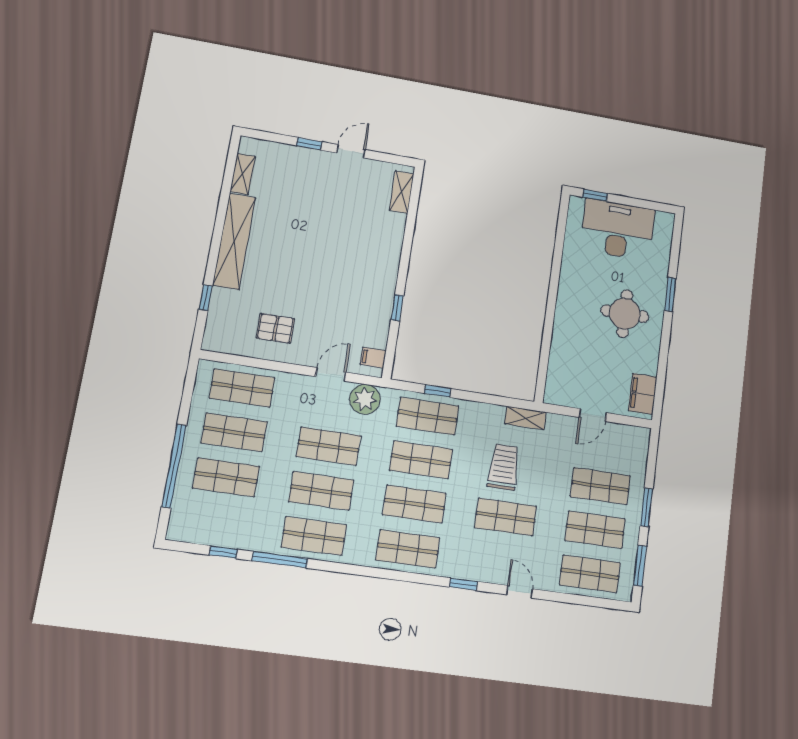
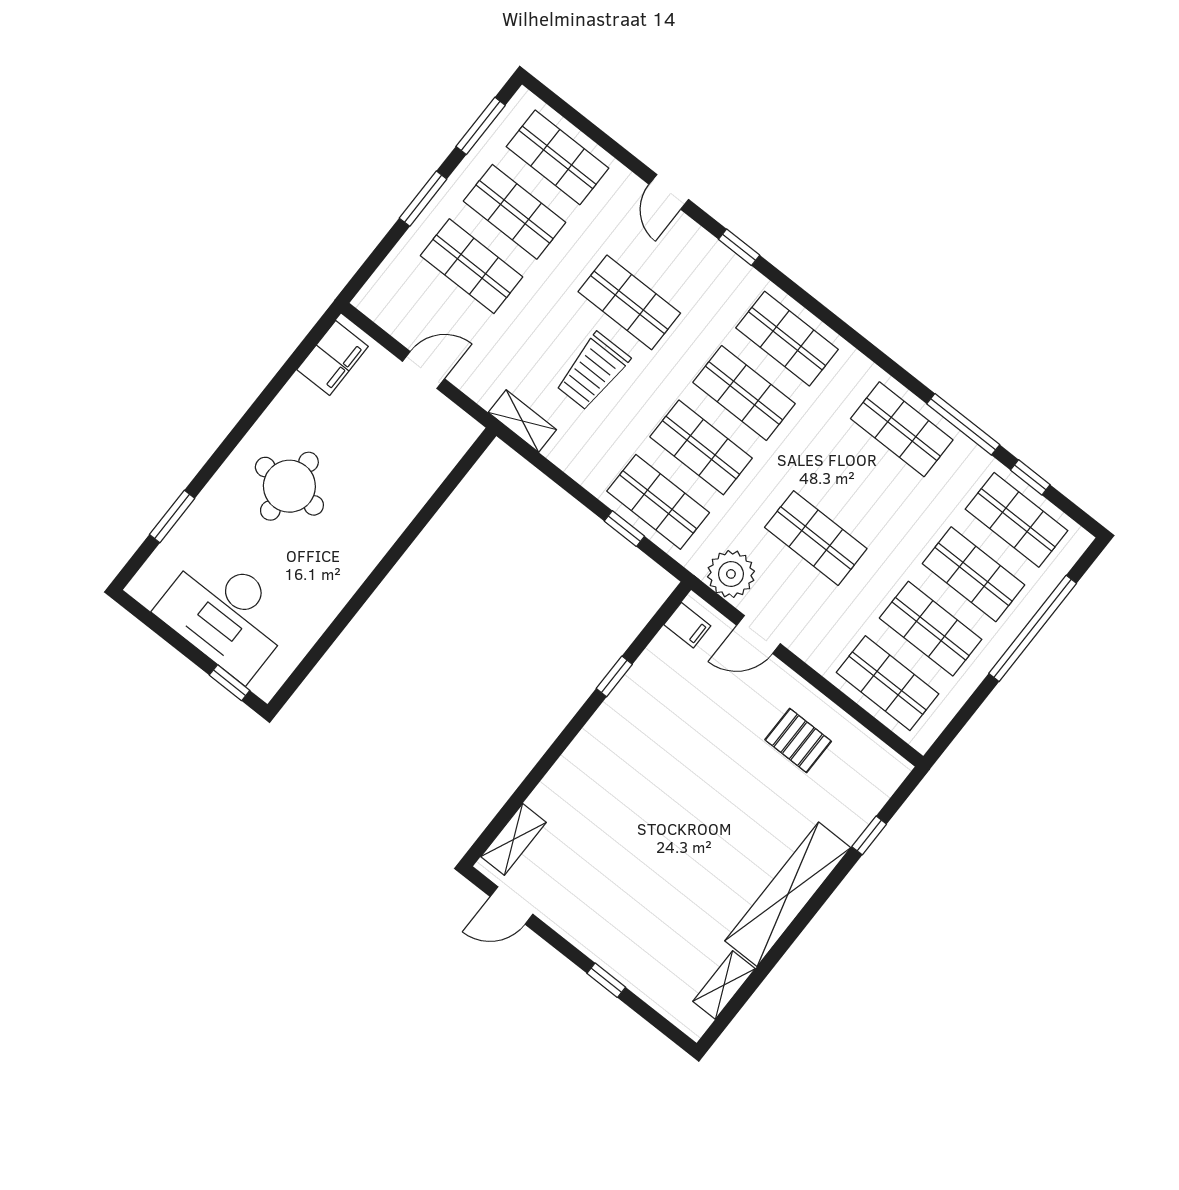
door: (351, 151) -> (512, 905), moved
window: (670, 294) -> (172, 516), moved
shop shelf: (321, 491) -> (1017, 520), moved

